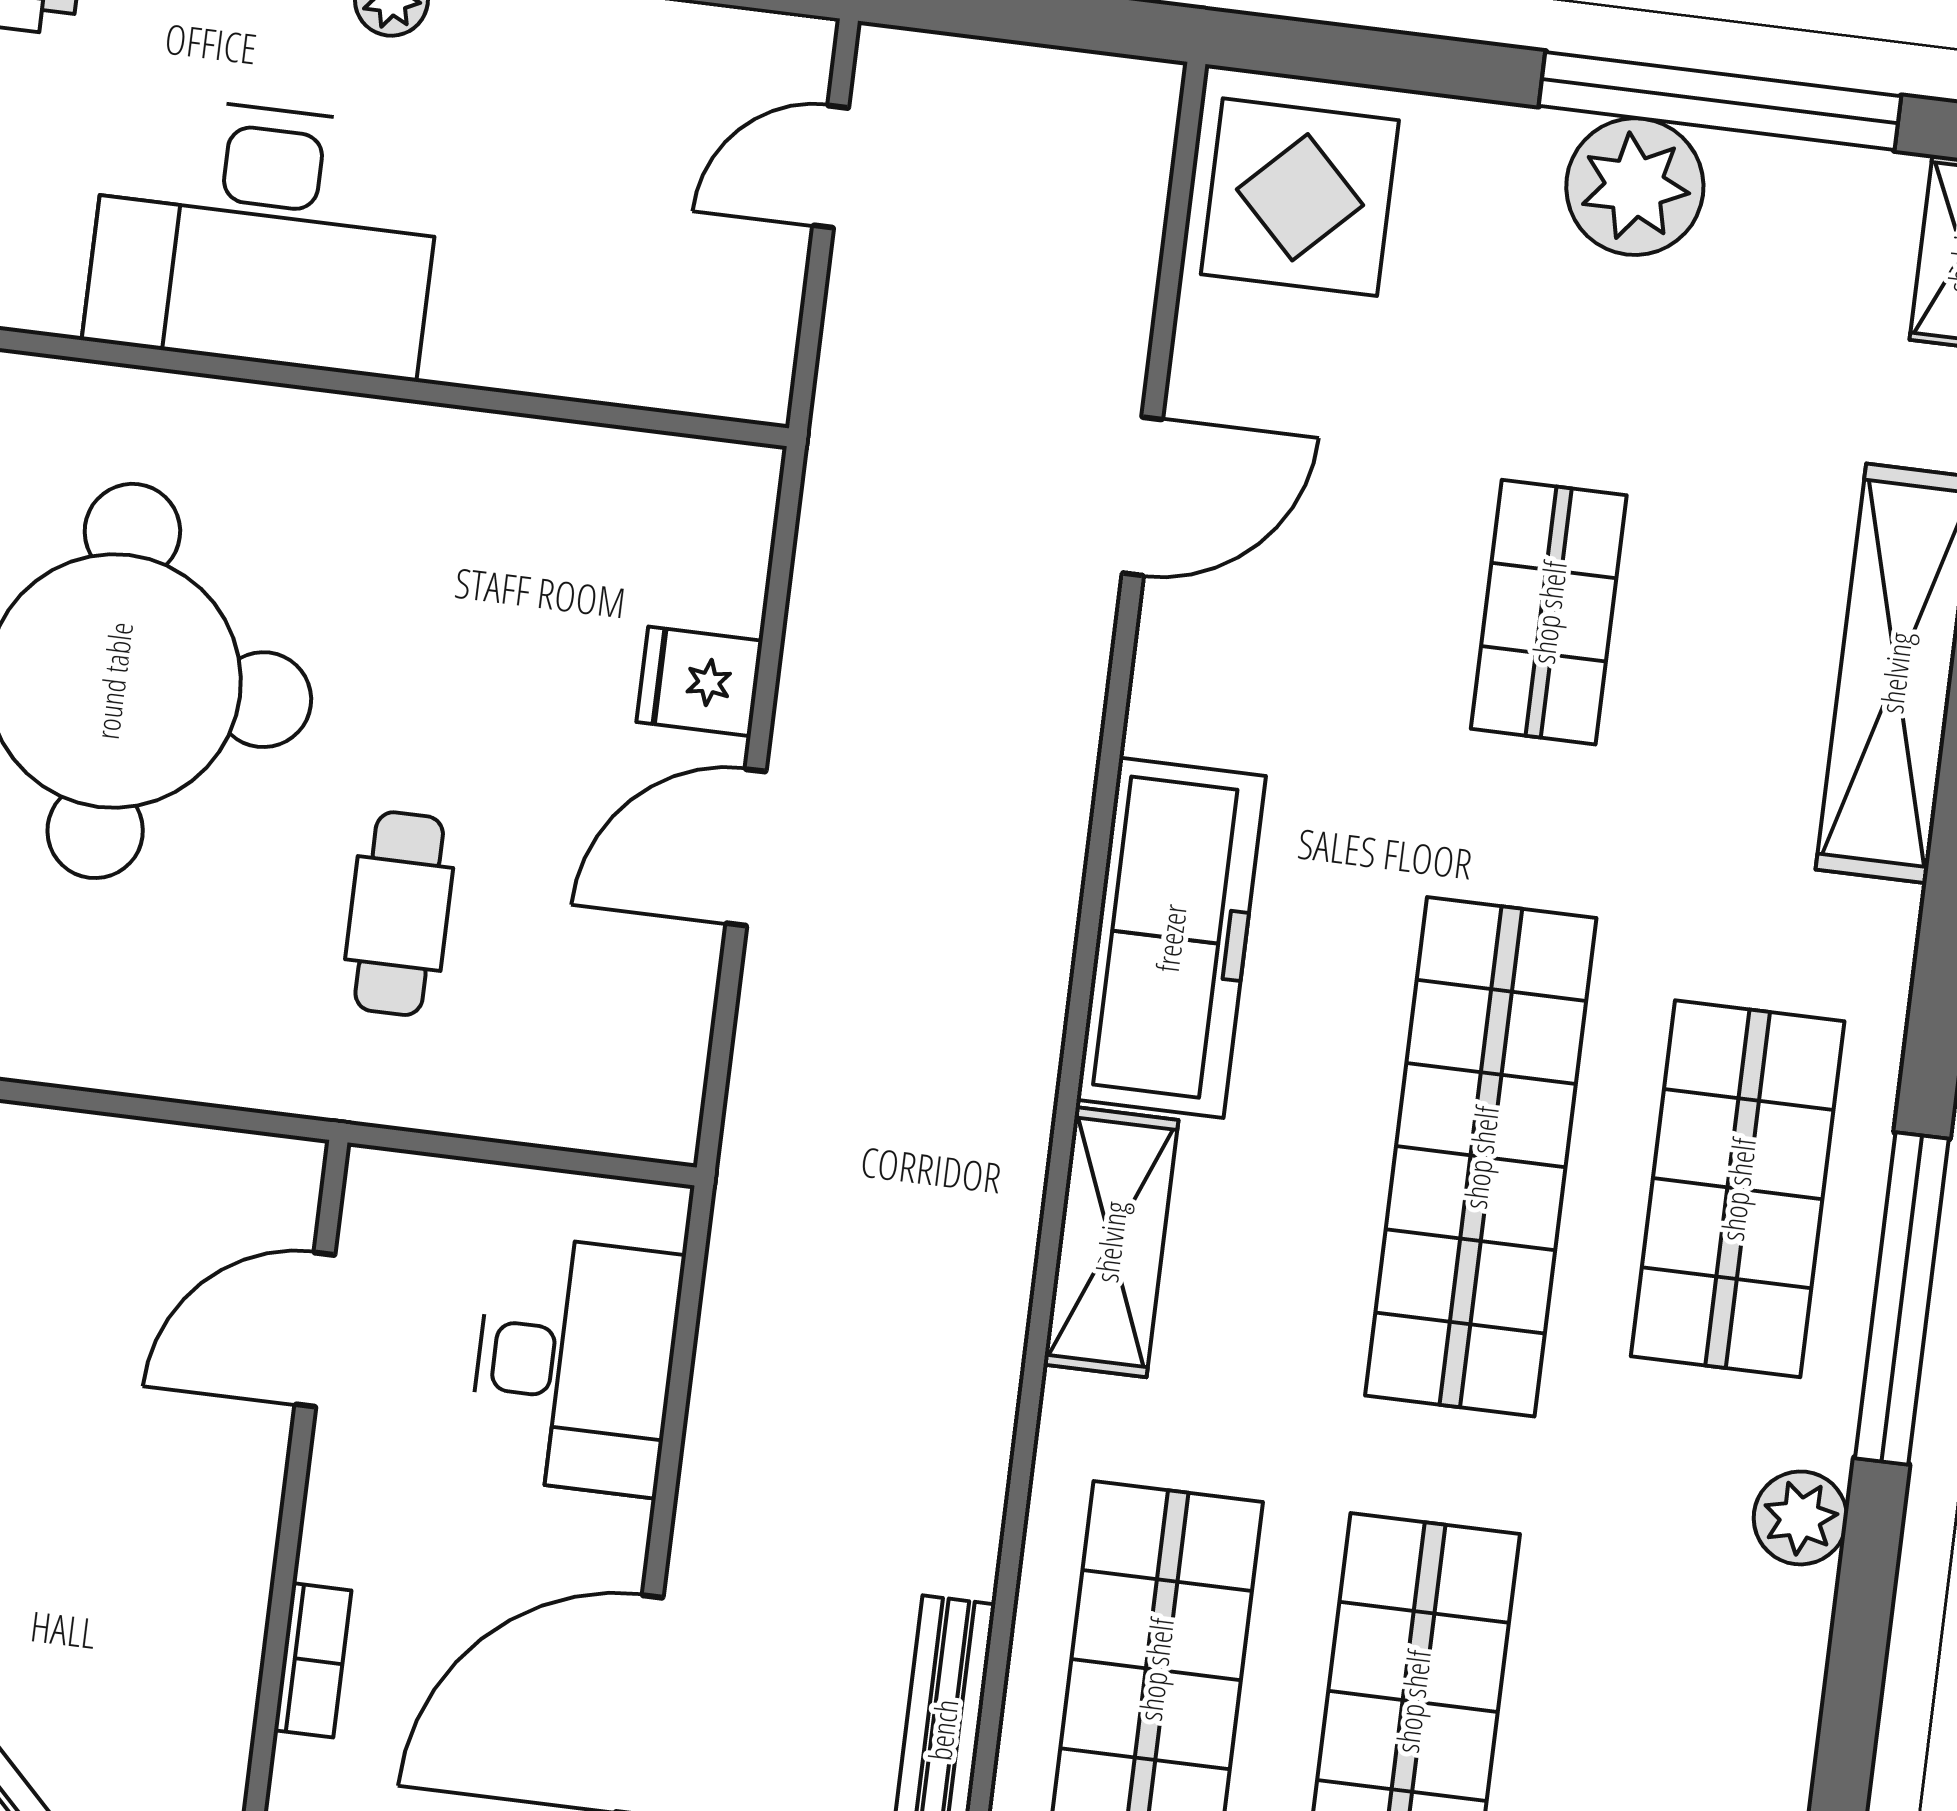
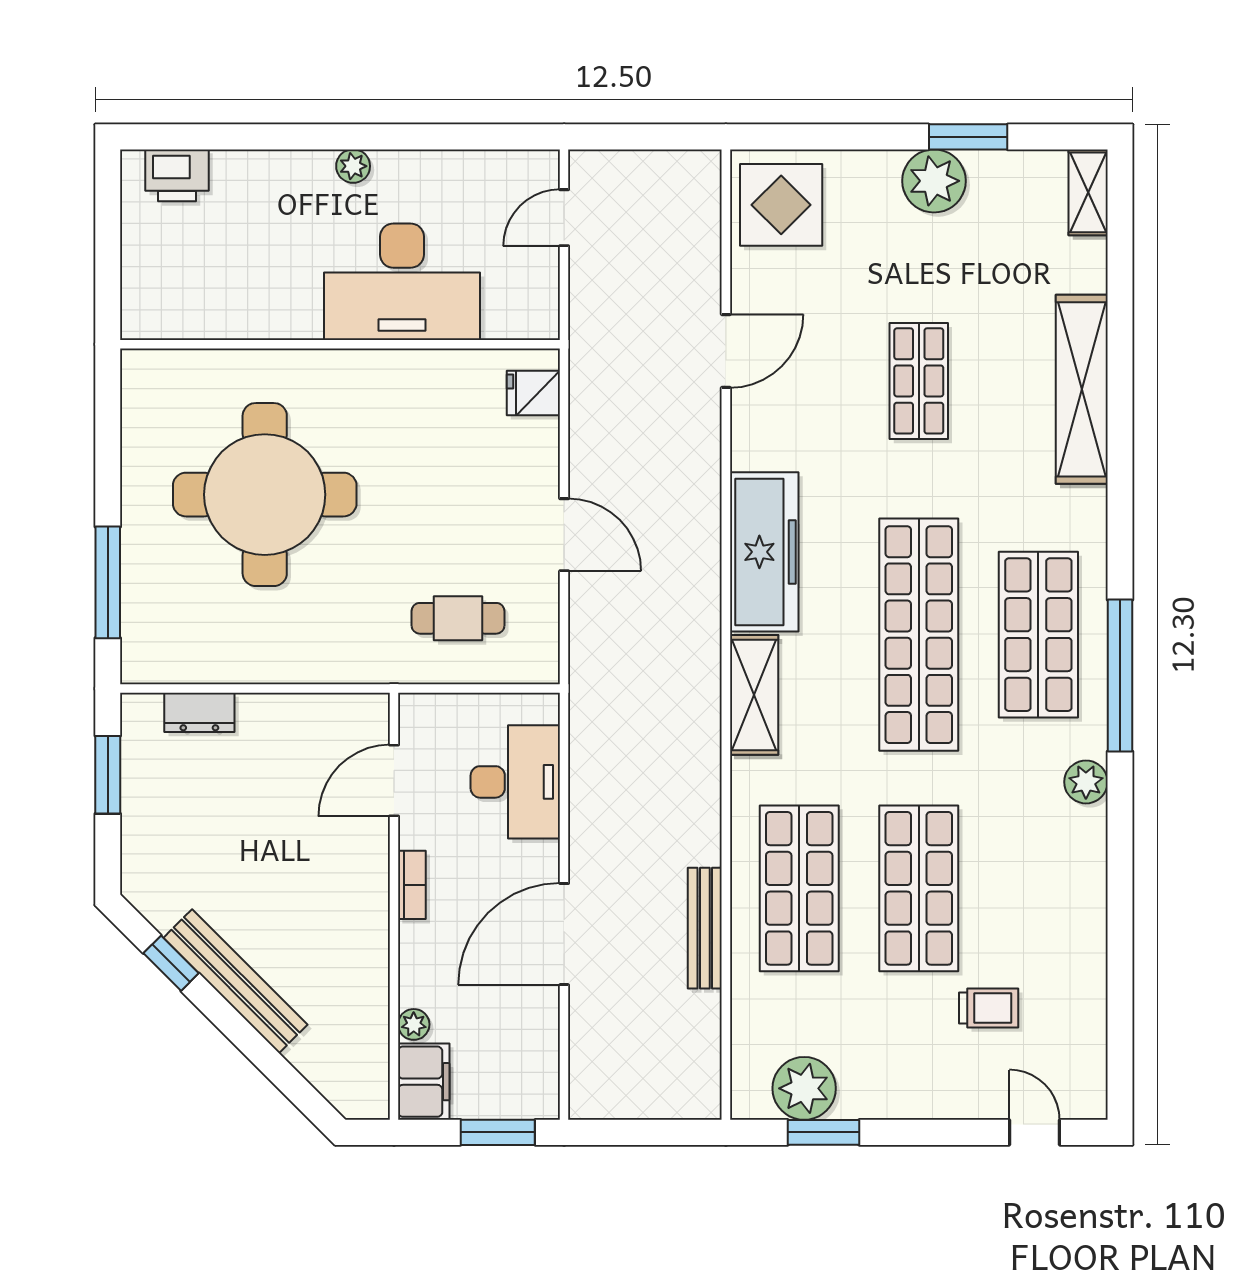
window: (1720, 101) -> (968, 137), width x0.47
desk: (265, 236) -> (402, 282), moved
fridge: (700, 681) -> (533, 393), moved
door: (746, 847) -> (564, 535), swing flipped
cafe table: (399, 914) -> (458, 618), moved, turned 90
bookcase: (313, 1660) -> (412, 885), moved

